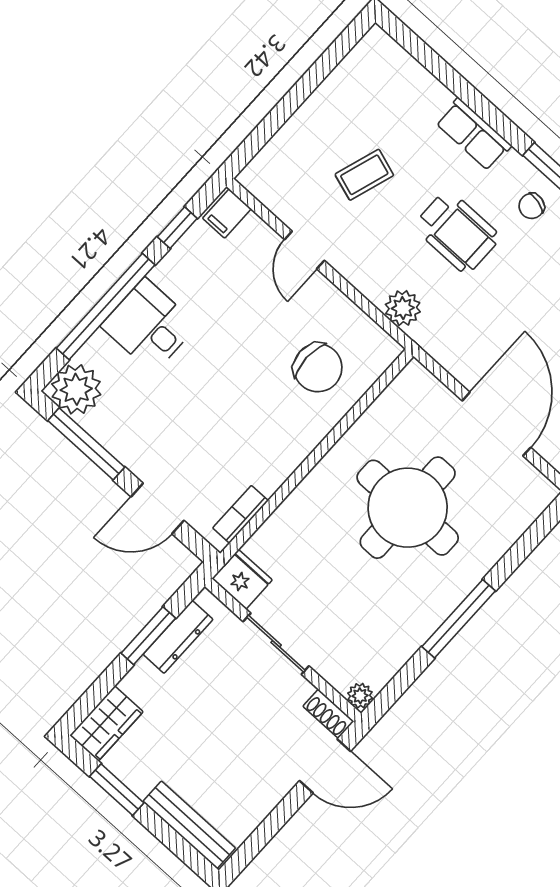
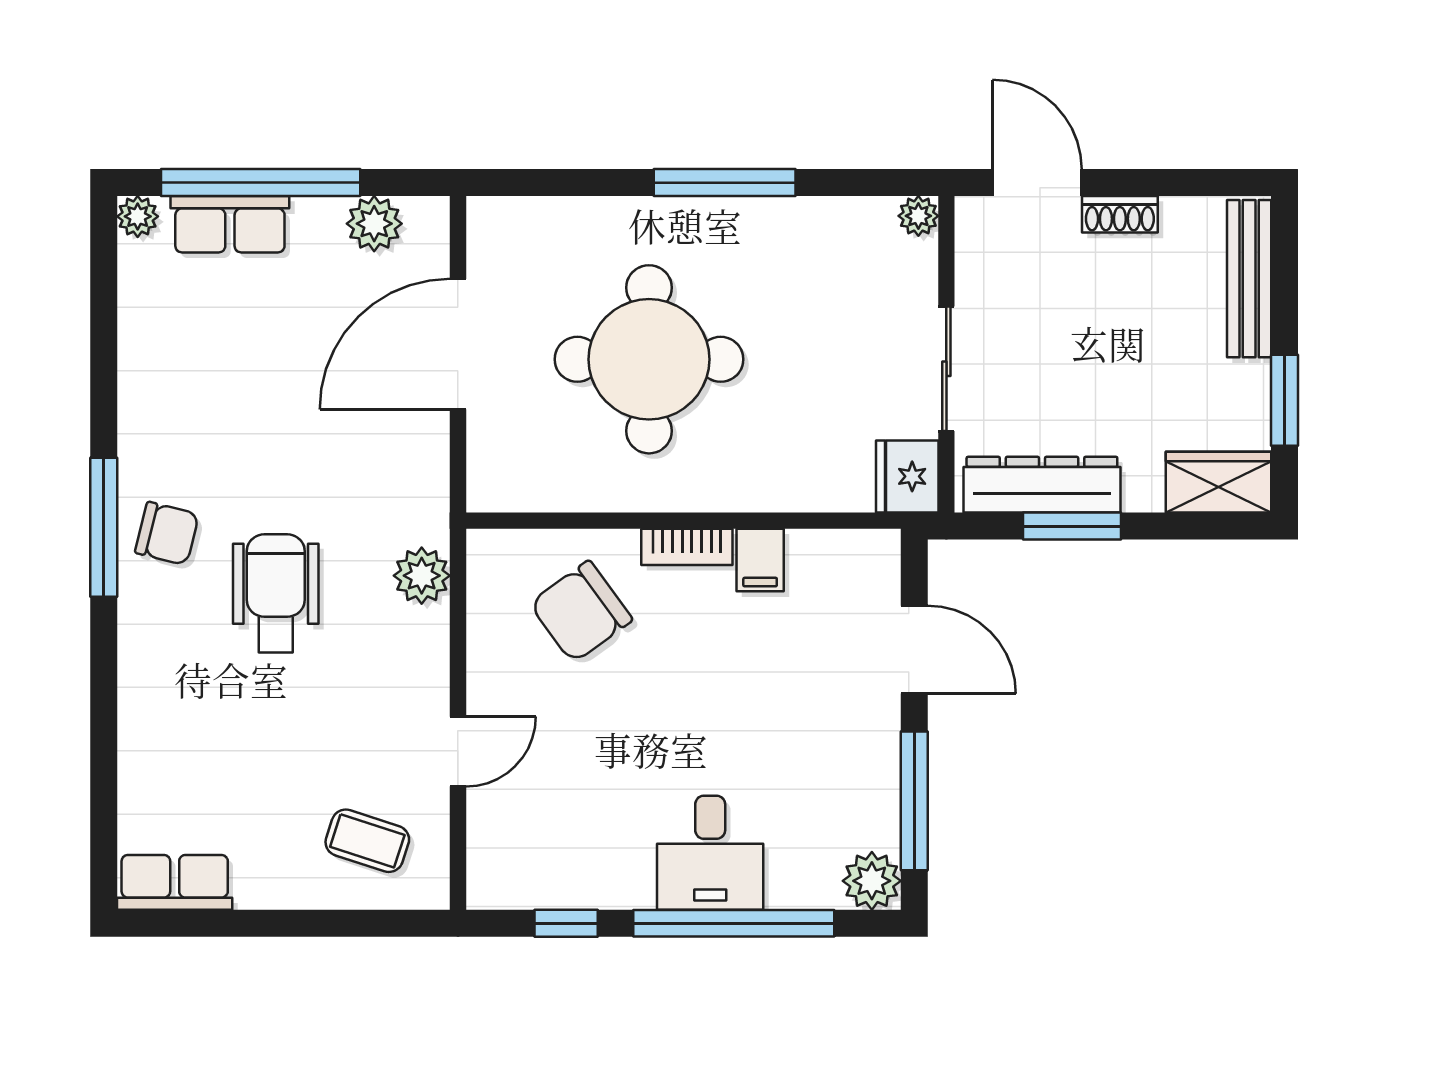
row of seats: (473, 134) -> (175, 882), moved, turned -90
coffee table: (364, 175) -> (367, 841), moved
chair: (532, 206) -> (167, 533), width x1.37, depth x1.37
filing cabinet: (227, 214) -> (760, 560), moved, turned 90
chair: (318, 368) -> (581, 612), turned -126
plant: (76, 389) -> (872, 881), width x0.73, depth x0.73
bookcase: (240, 514) -> (687, 547), moved
dresser: (178, 637) -> (1042, 485), width x1.37, depth x1.24
shoe rack: (328, 714) -> (1120, 214), moved, turned 90

